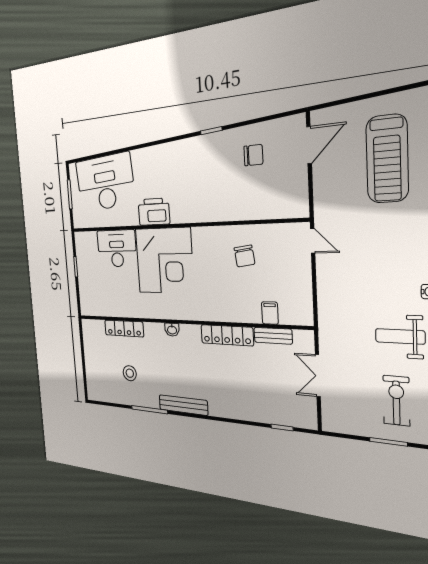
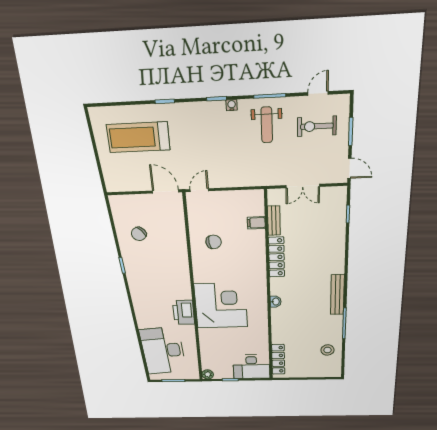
door: (309, 145) -> (166, 191), moved
chair: (253, 155) -> (139, 234), turned -131
treadmill: (387, 159) -> (138, 137), turned 180
plant: (80, 239) -> (208, 374), added
desk: (117, 248) -> (251, 367), moved, turned -90
locker: (124, 328) -> (278, 359), moved
stool: (130, 373) -> (328, 350), moved
door: (340, 435) -> (349, 168), added

